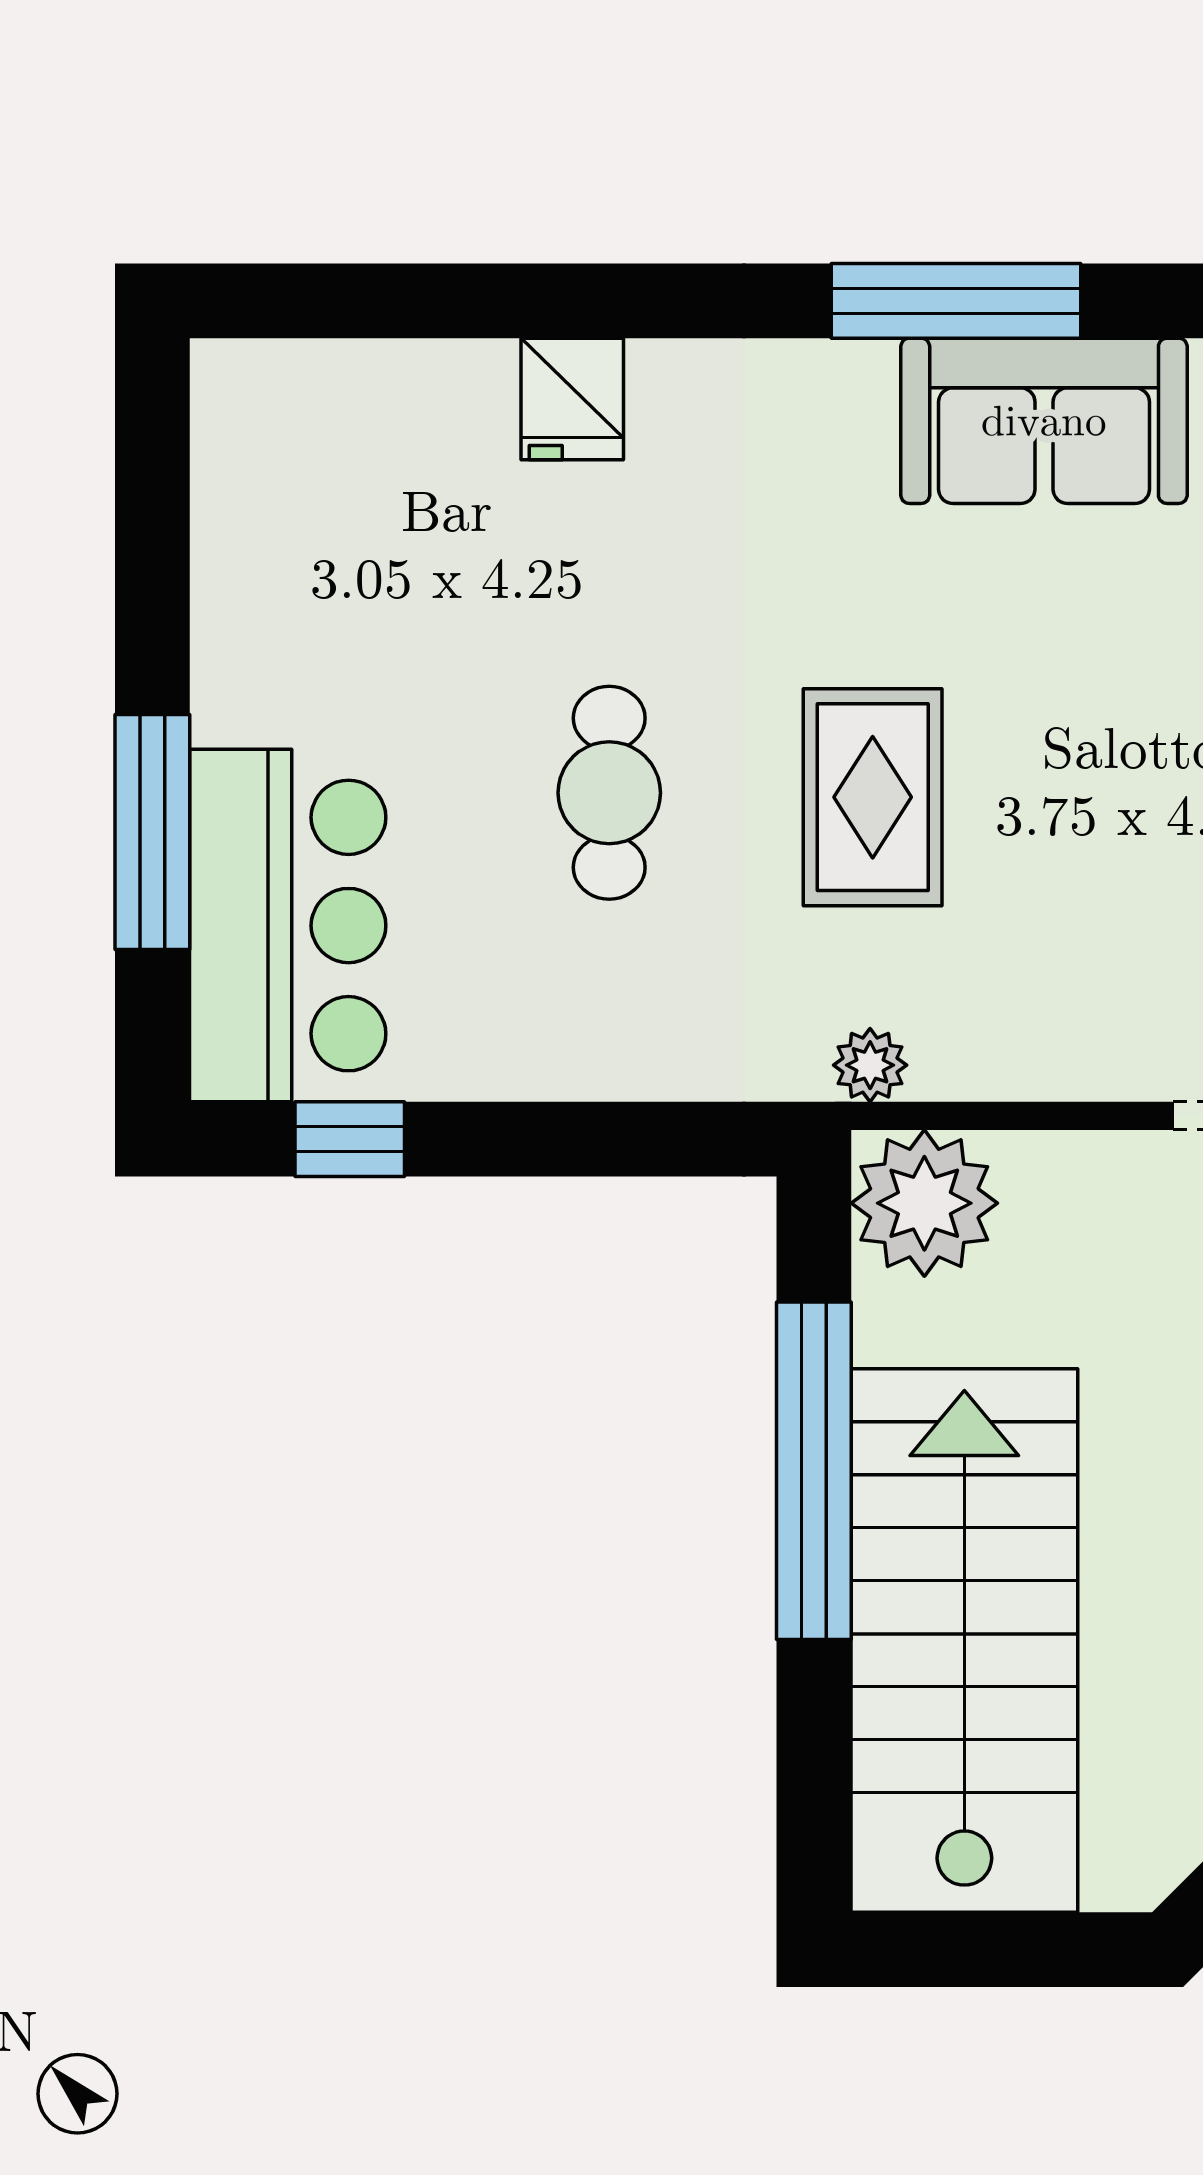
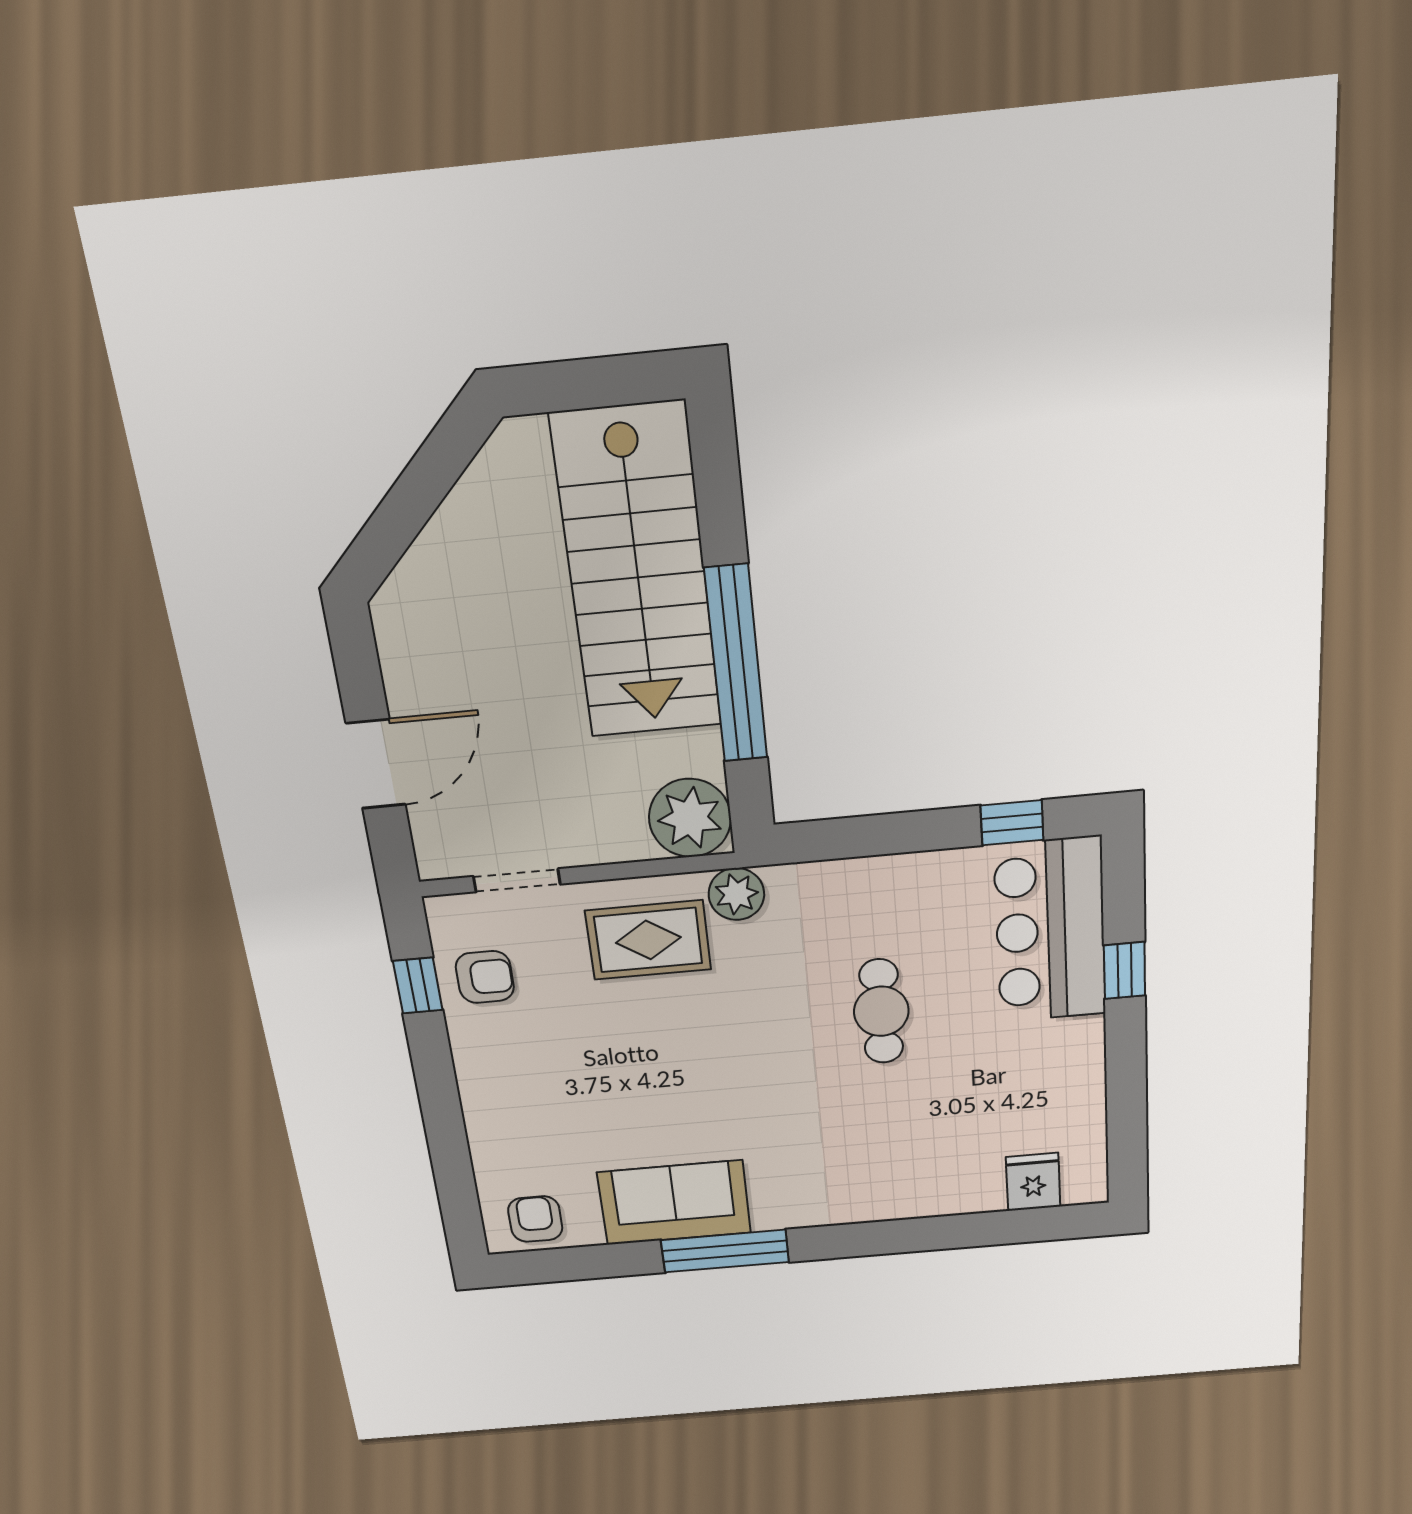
fridge: (572, 399) -> (1033, 1182), moved
rug: (873, 797) -> (648, 940), moved, turned 90
window: (152, 832) -> (1125, 971), width x0.46
plant: (870, 1065) -> (736, 894), width x1.38, depth x1.38

